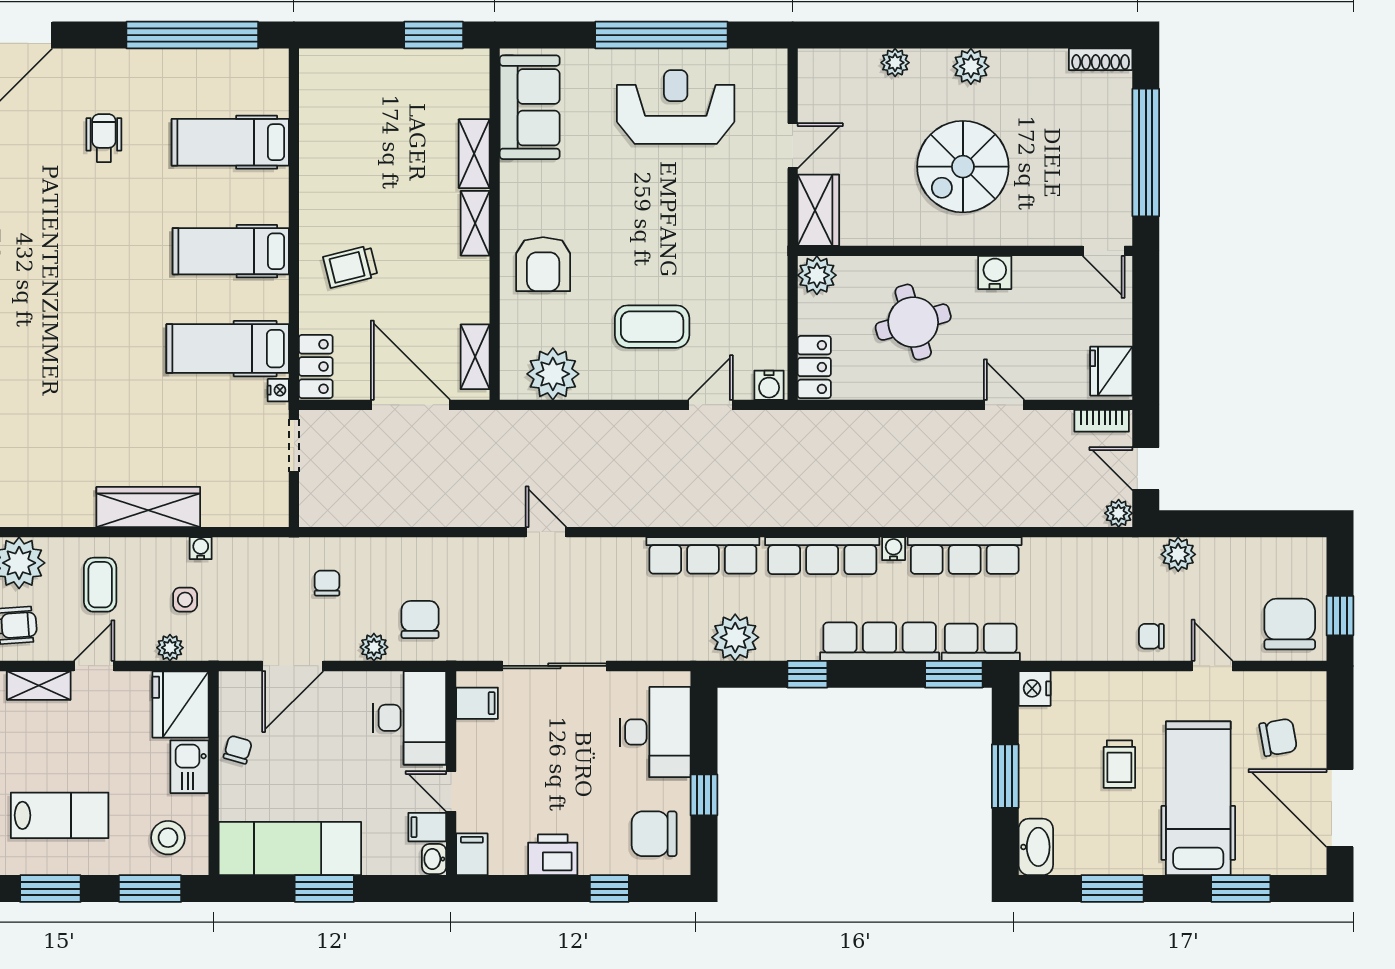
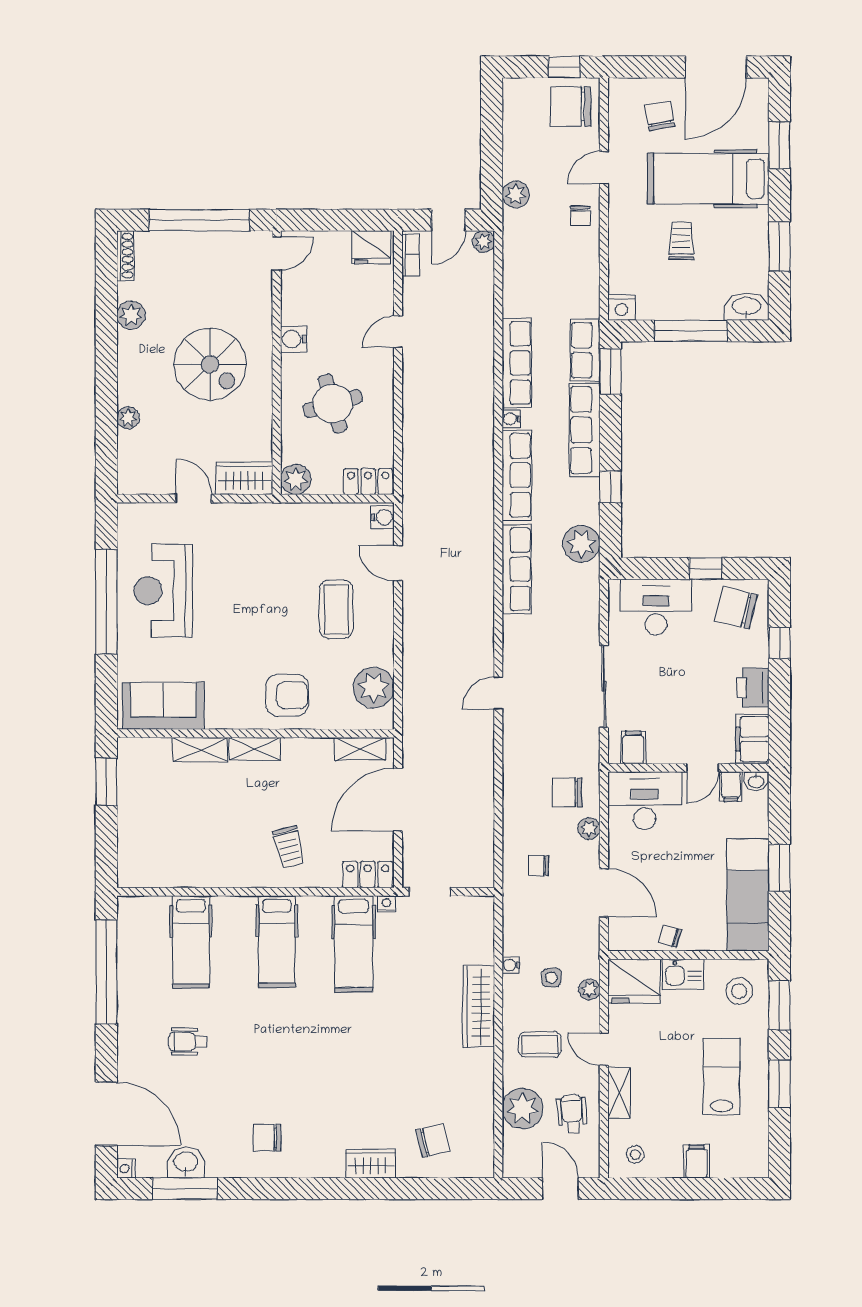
plant: (971, 66) -> (131, 315), moved
trolley: (1119, 764) -> (681, 241), turned -90
window: (1005, 776) -> (691, 331), width x1.44
chair: (654, 834) -> (736, 608), turned 104
filing cabinet: (472, 854) -> (752, 739), width x2.00

